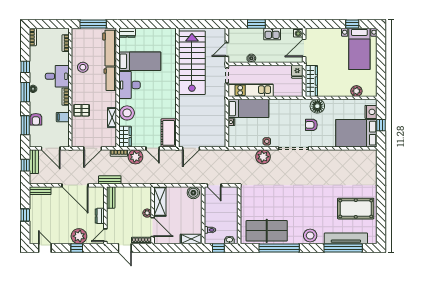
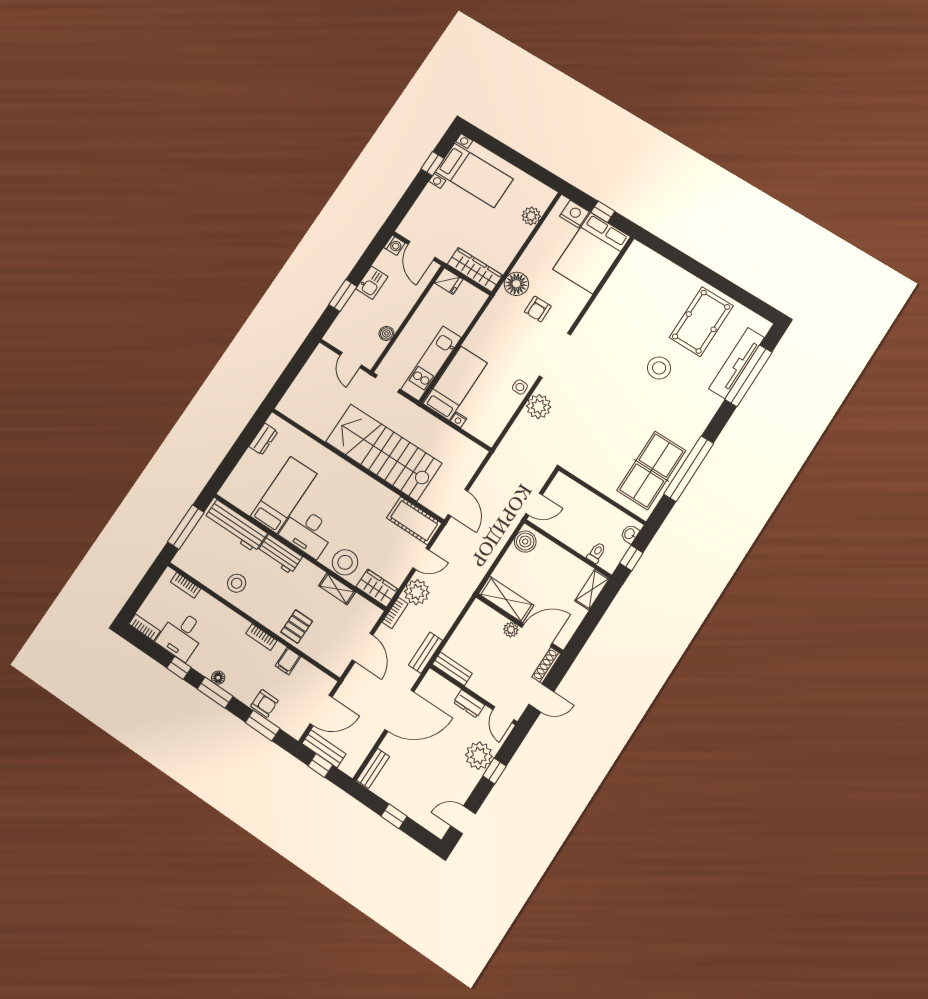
dresser: (127, 33) -> (263, 439), moved
stairs: (192, 63) -> (384, 453), moved
desk: (57, 76) -> (182, 635), moved, turned 180
stool: (310, 235) -> (659, 368), moved

